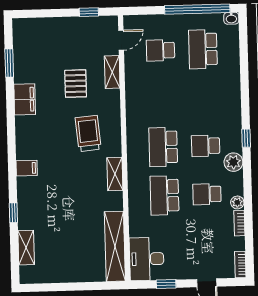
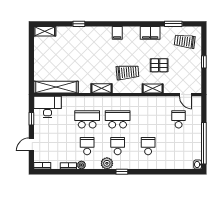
window: (89, 12) -> (204, 62), moved
trolley: (37, 44) -> (185, 41), added
school desk: (203, 49) -> (148, 146), moved, width x0.54
shelving: (112, 72) -> (153, 89), moved
filing cabinet: (27, 168) -> (117, 33), moved
shelving: (26, 248) -> (45, 31), moved

